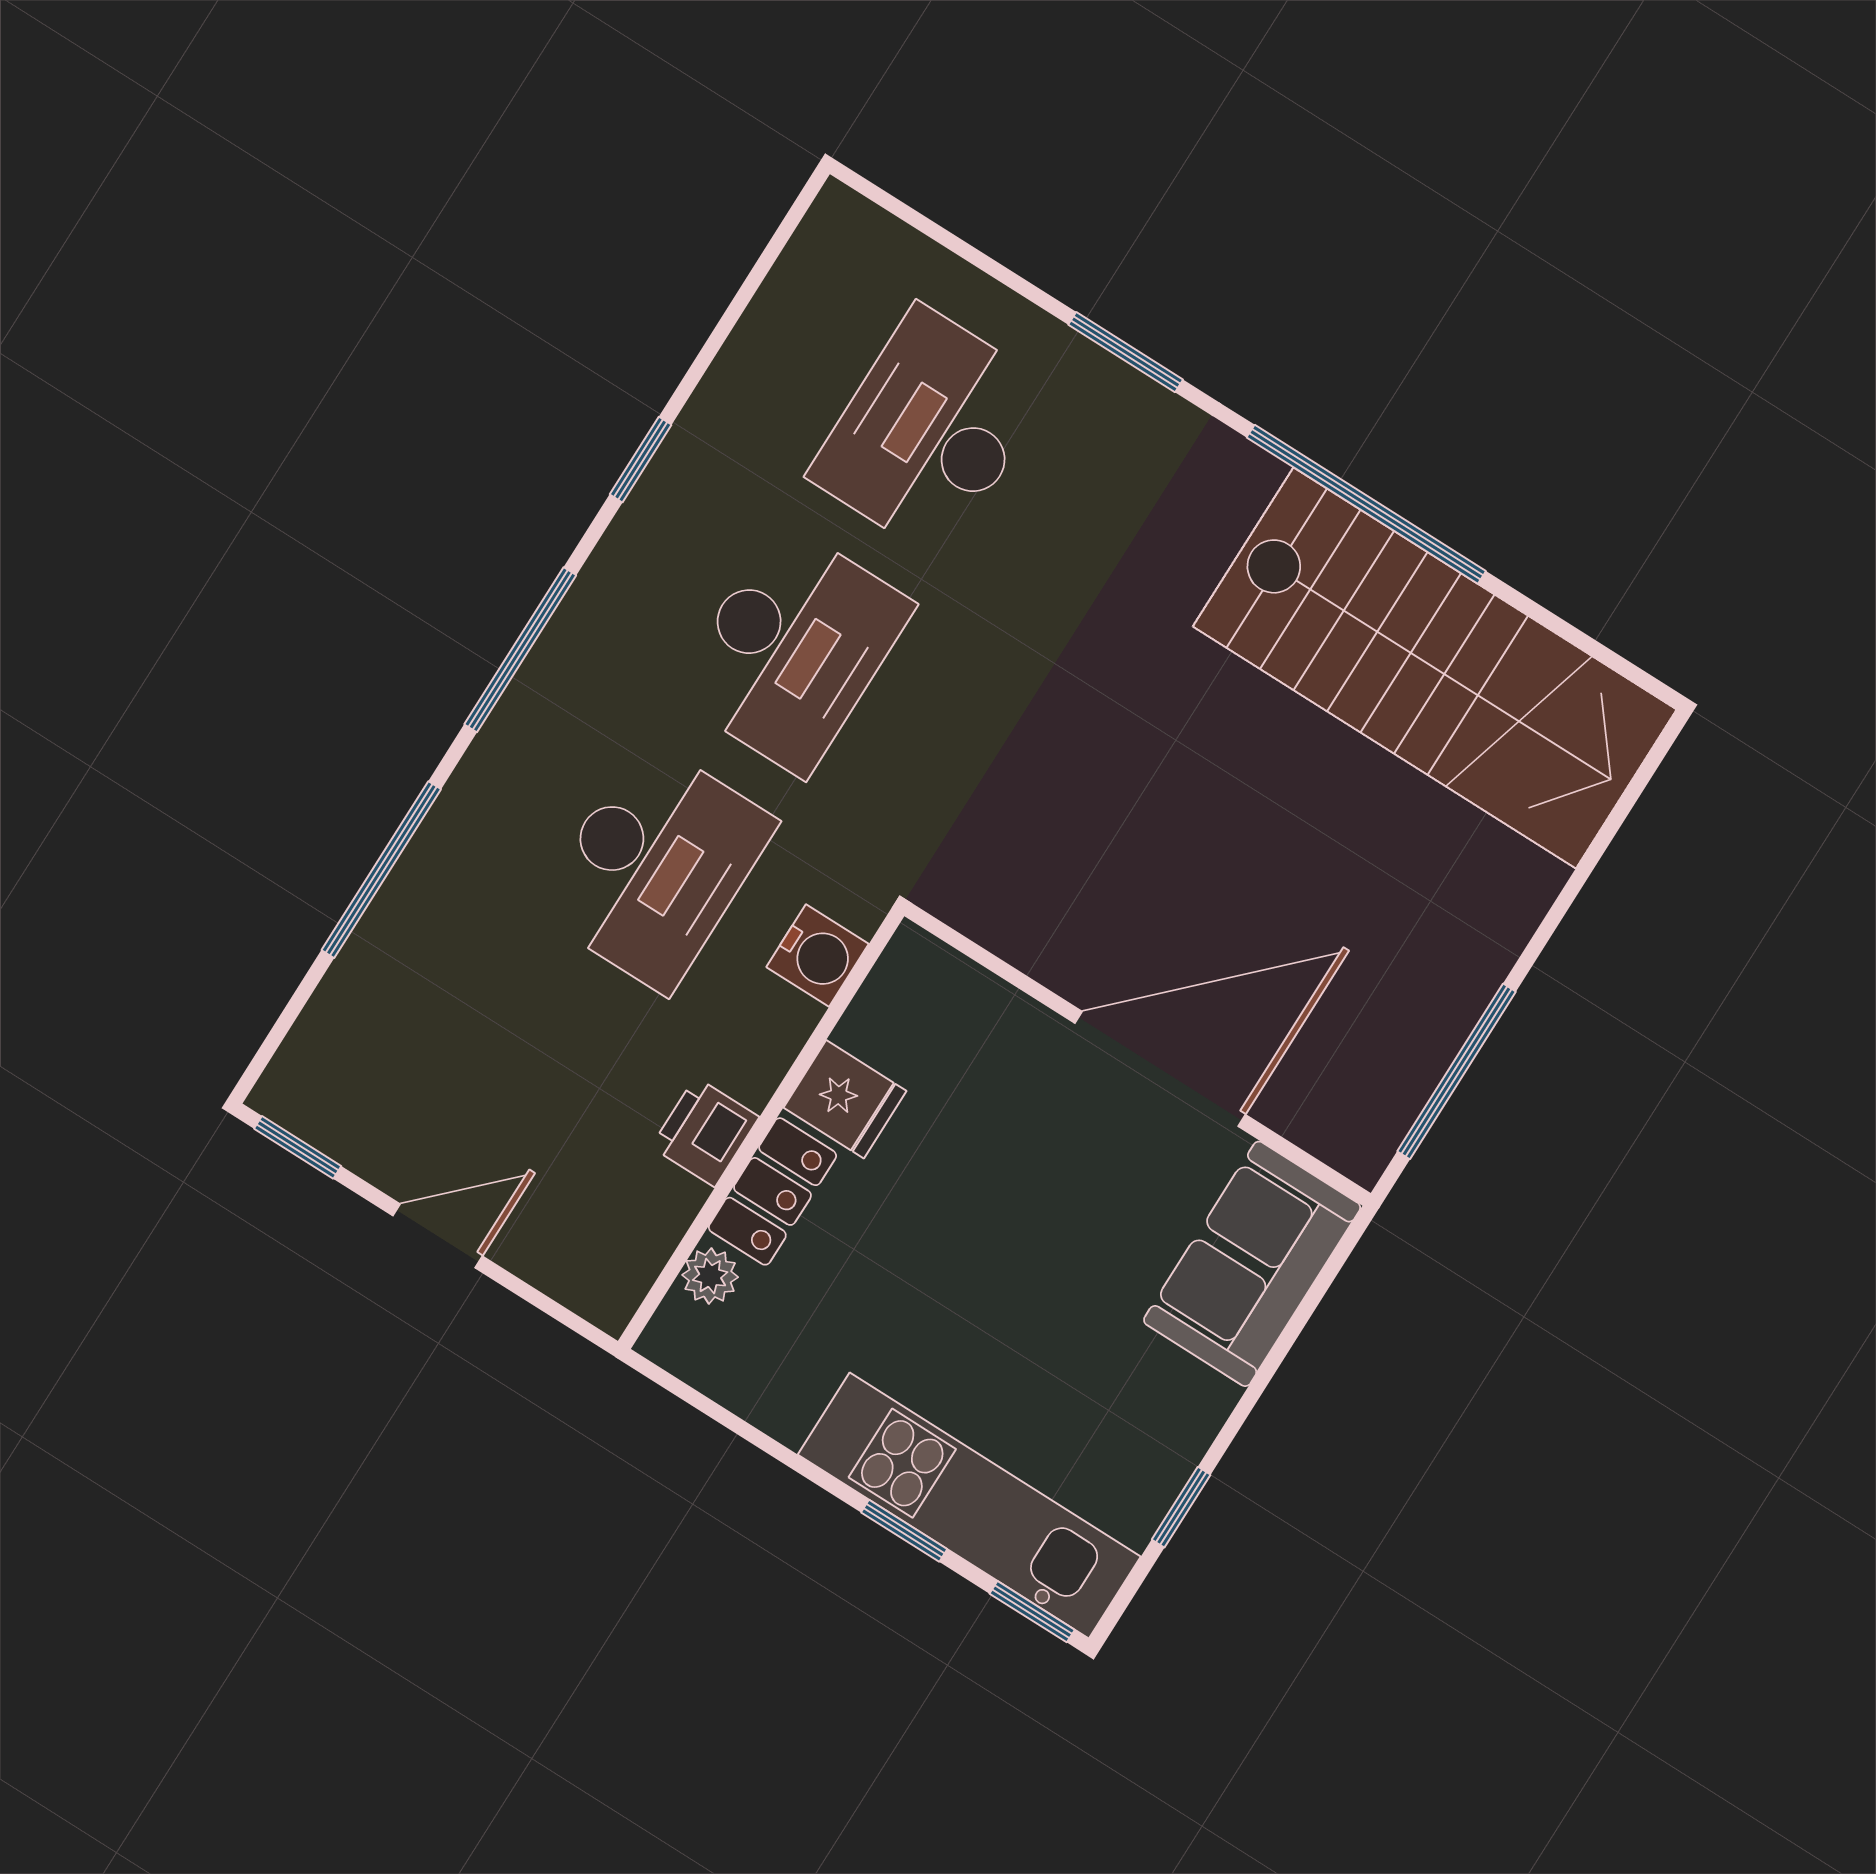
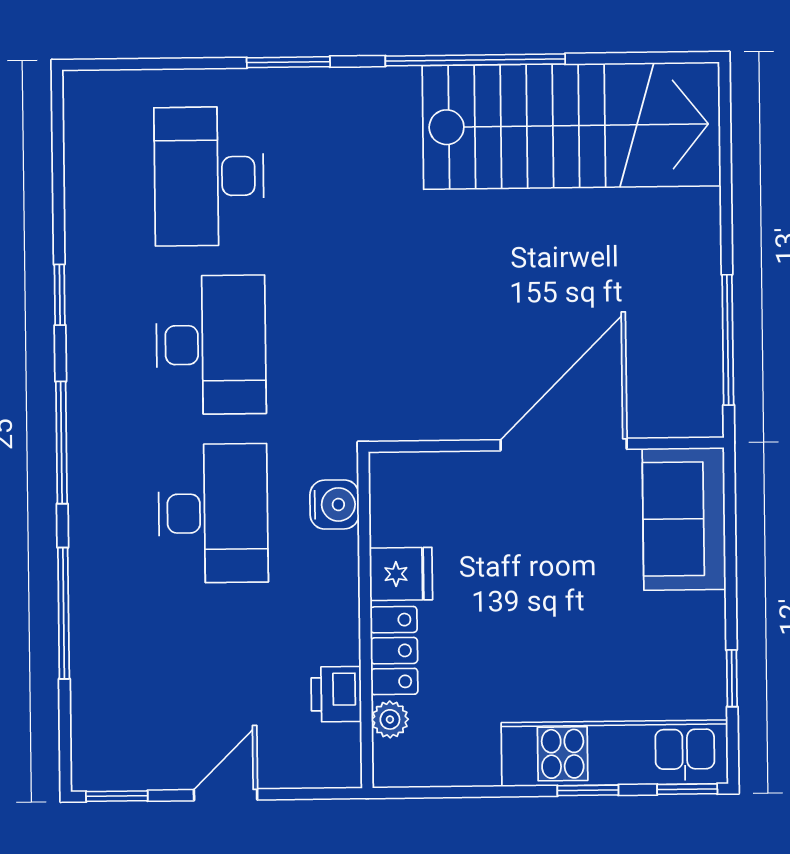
printer: (705, 1132) -> (336, 694), moved

